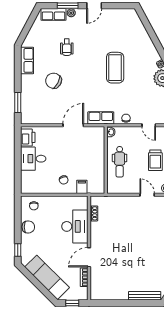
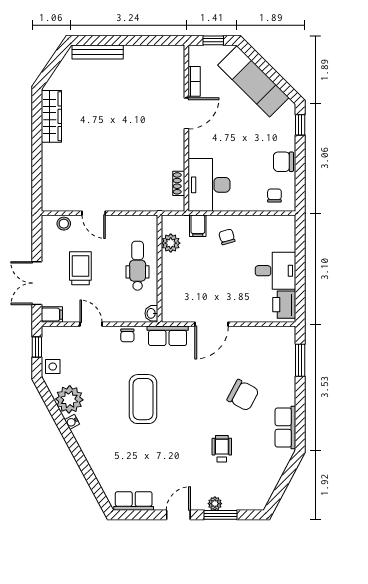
row of seats: (54, 14) -> (134, 501), moved
coffee table: (115, 68) -> (143, 399), moved
plant: (99, 176) -> (171, 243), added
desk: (75, 226) -> (209, 185), moved

